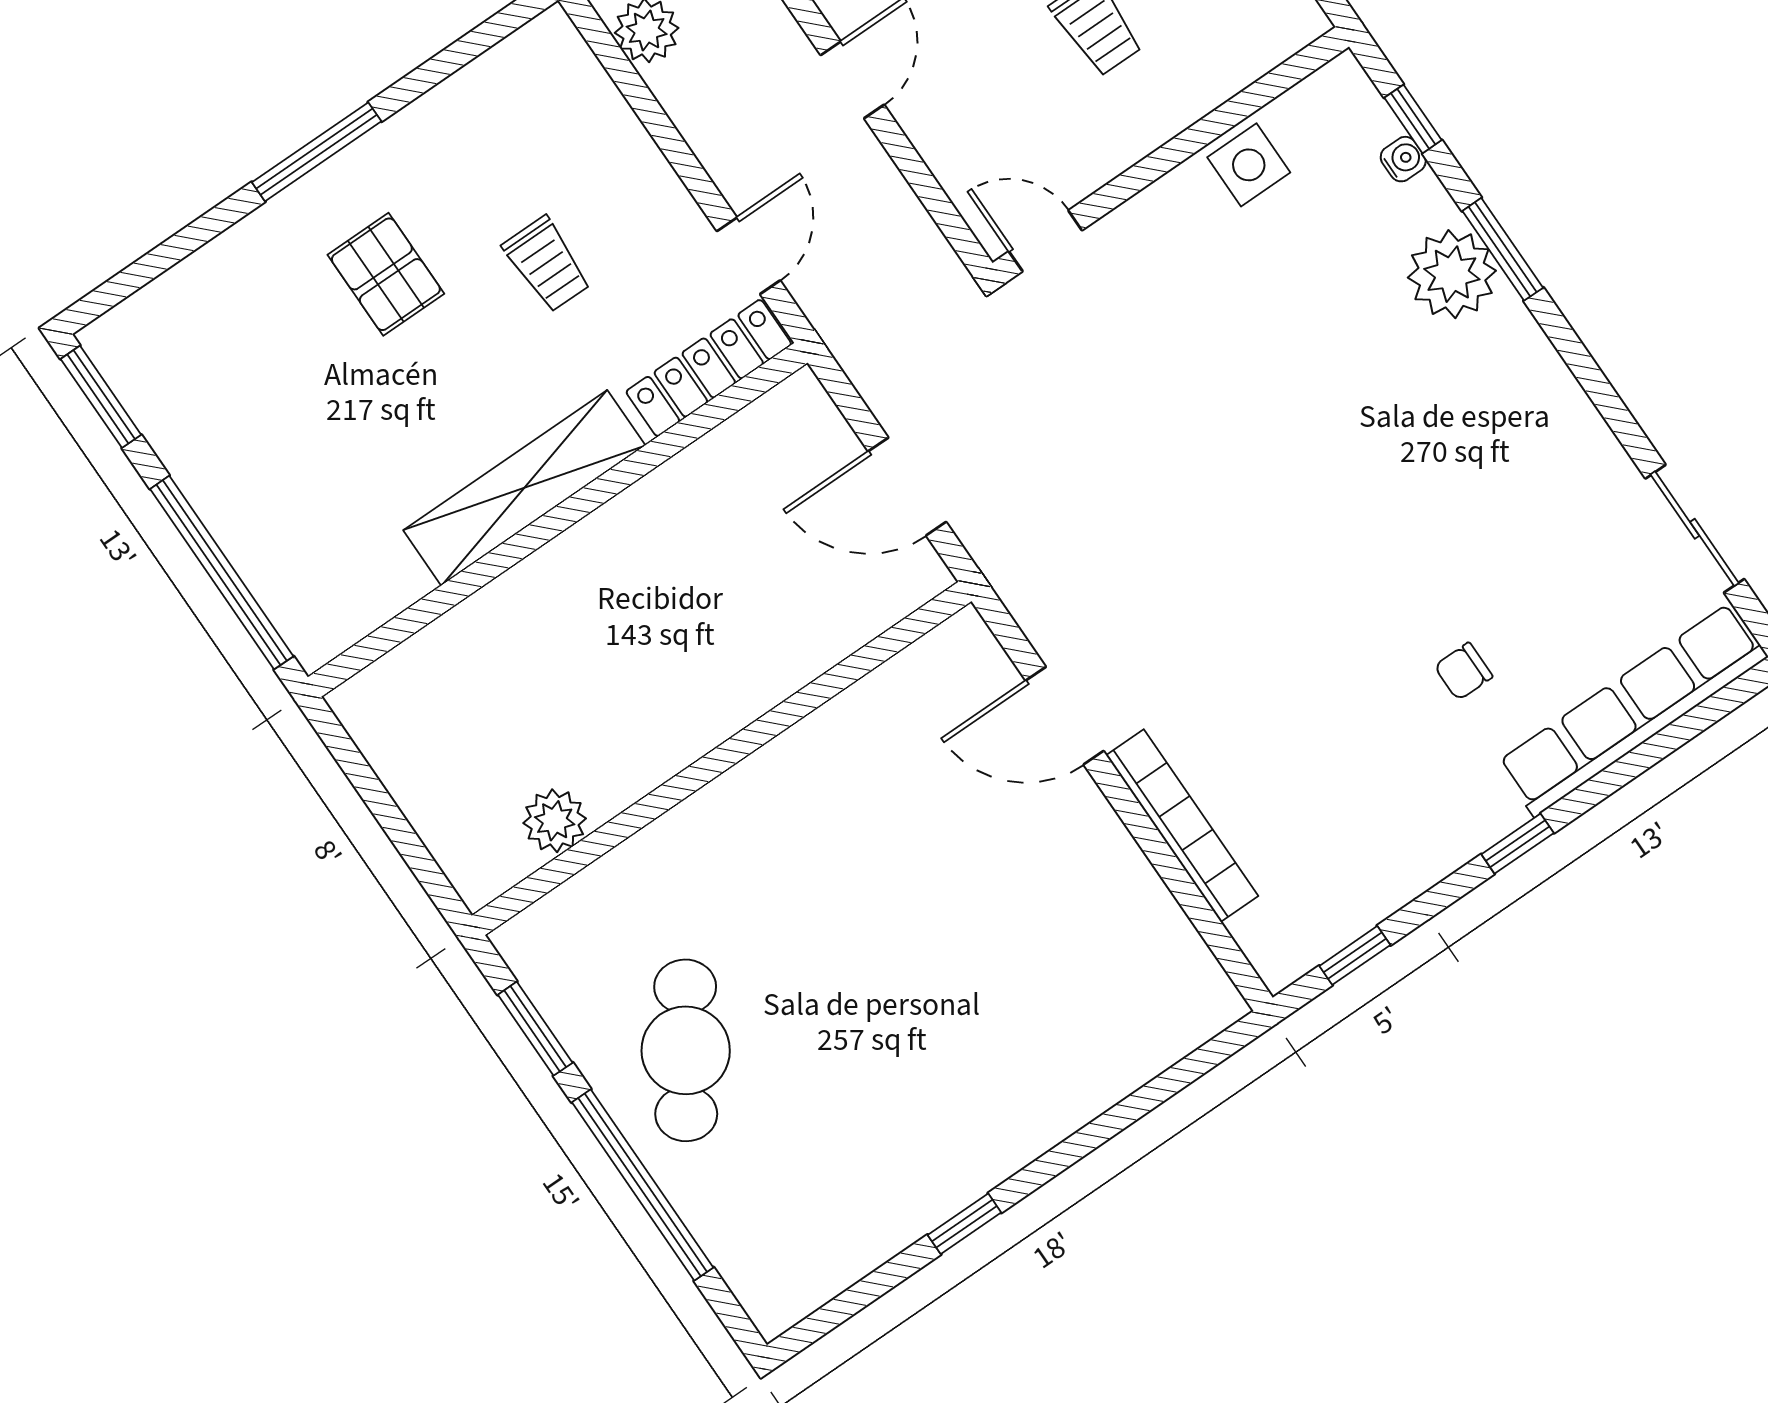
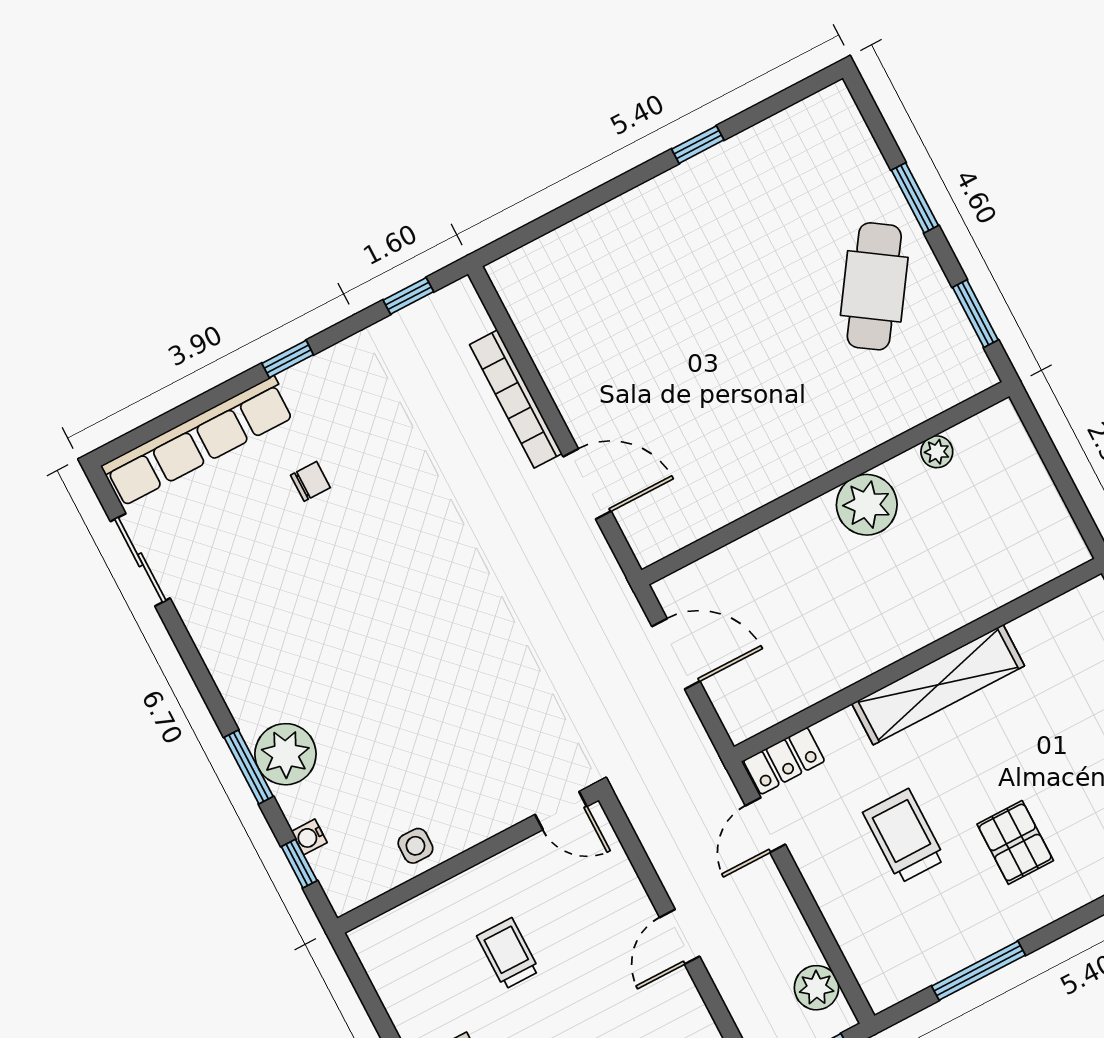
window: (317, 152) -> (978, 971), moved
side table: (1249, 165) -> (415, 846), width x0.73, depth x0.73
trolley: (547, 264) -> (904, 836), width x1.36, depth x1.39
locker: (709, 368) -> (784, 761), width x0.66
plant: (658, 735) -> (867, 505), added
plant: (555, 821) -> (937, 452), width x0.73, depth x0.73
window: (643, 1185) -> (915, 198), width x0.47

